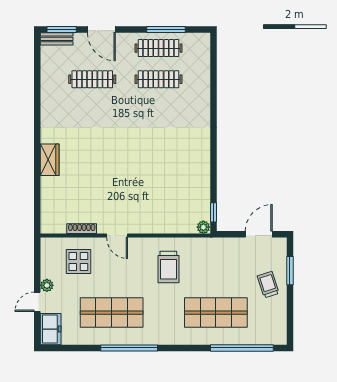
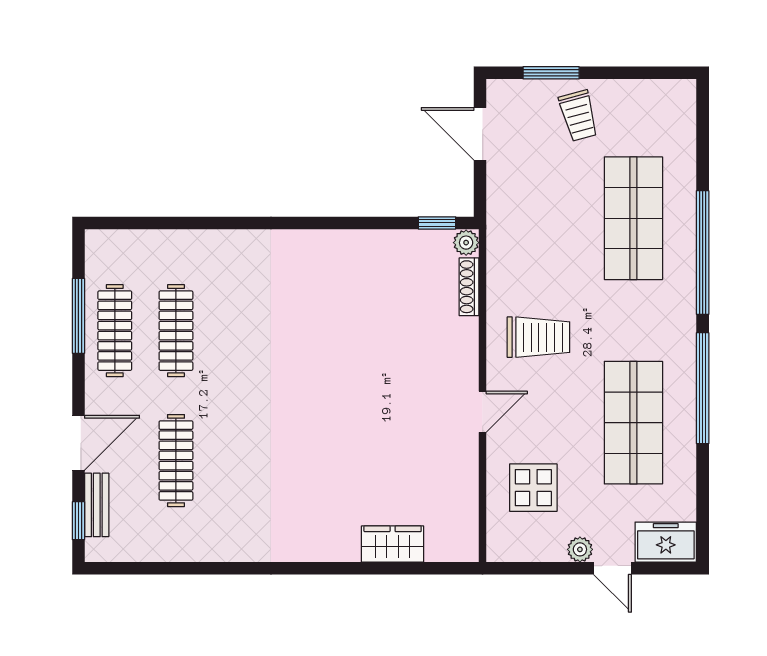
window: (62, 30) -> (78, 521), width x0.67
bench: (57, 39) -> (97, 505), moved
wardrobe: (50, 160) -> (393, 544), moved
shoe rack: (82, 229) -> (469, 287), moved
trolley: (168, 267) -> (538, 337), moved
trolley: (268, 285) -> (579, 116), turned -87
window: (242, 348) -> (703, 253), moved

